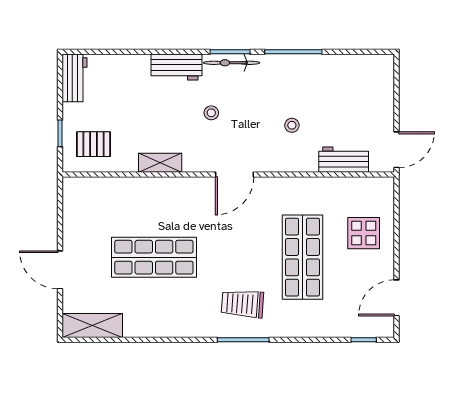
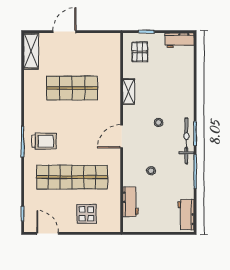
bicycle: (232, 63) -> (186, 141), width x1.37, depth x1.40
workbench: (177, 67) -> (186, 215), moved
door: (397, 150) -> (136, 233), removed
door: (235, 175) -> (122, 136), hinge flipped
shop shelf: (154, 257) -> (72, 88), turned 90
shop shelf: (303, 257) -> (72, 177), width x1.40
trolley: (242, 304) -> (44, 141), turned 86

